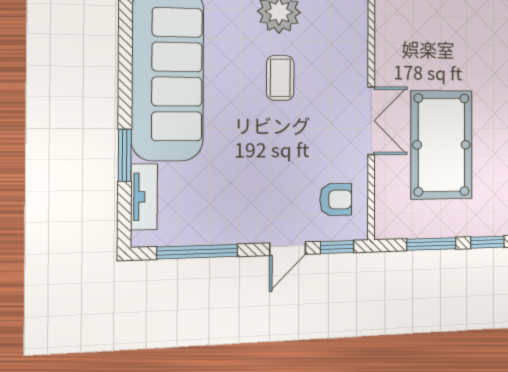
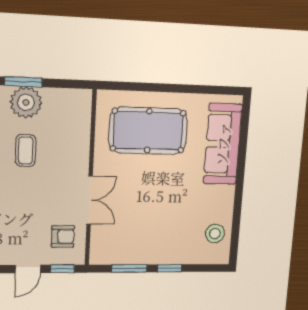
double door: (371, 121) -> (90, 200), moved
pool table: (441, 145) -> (148, 131), moved, turned 90

